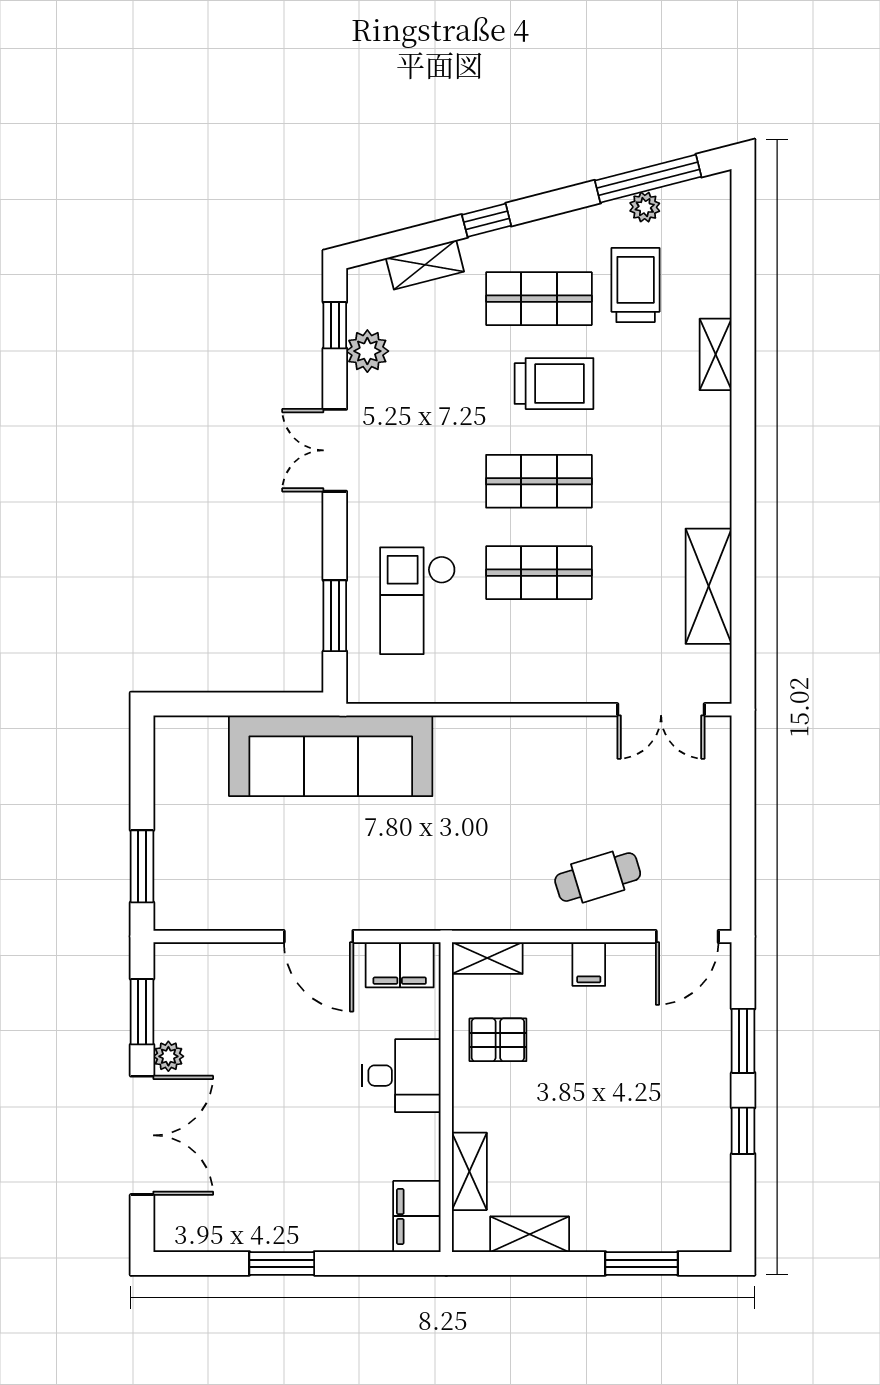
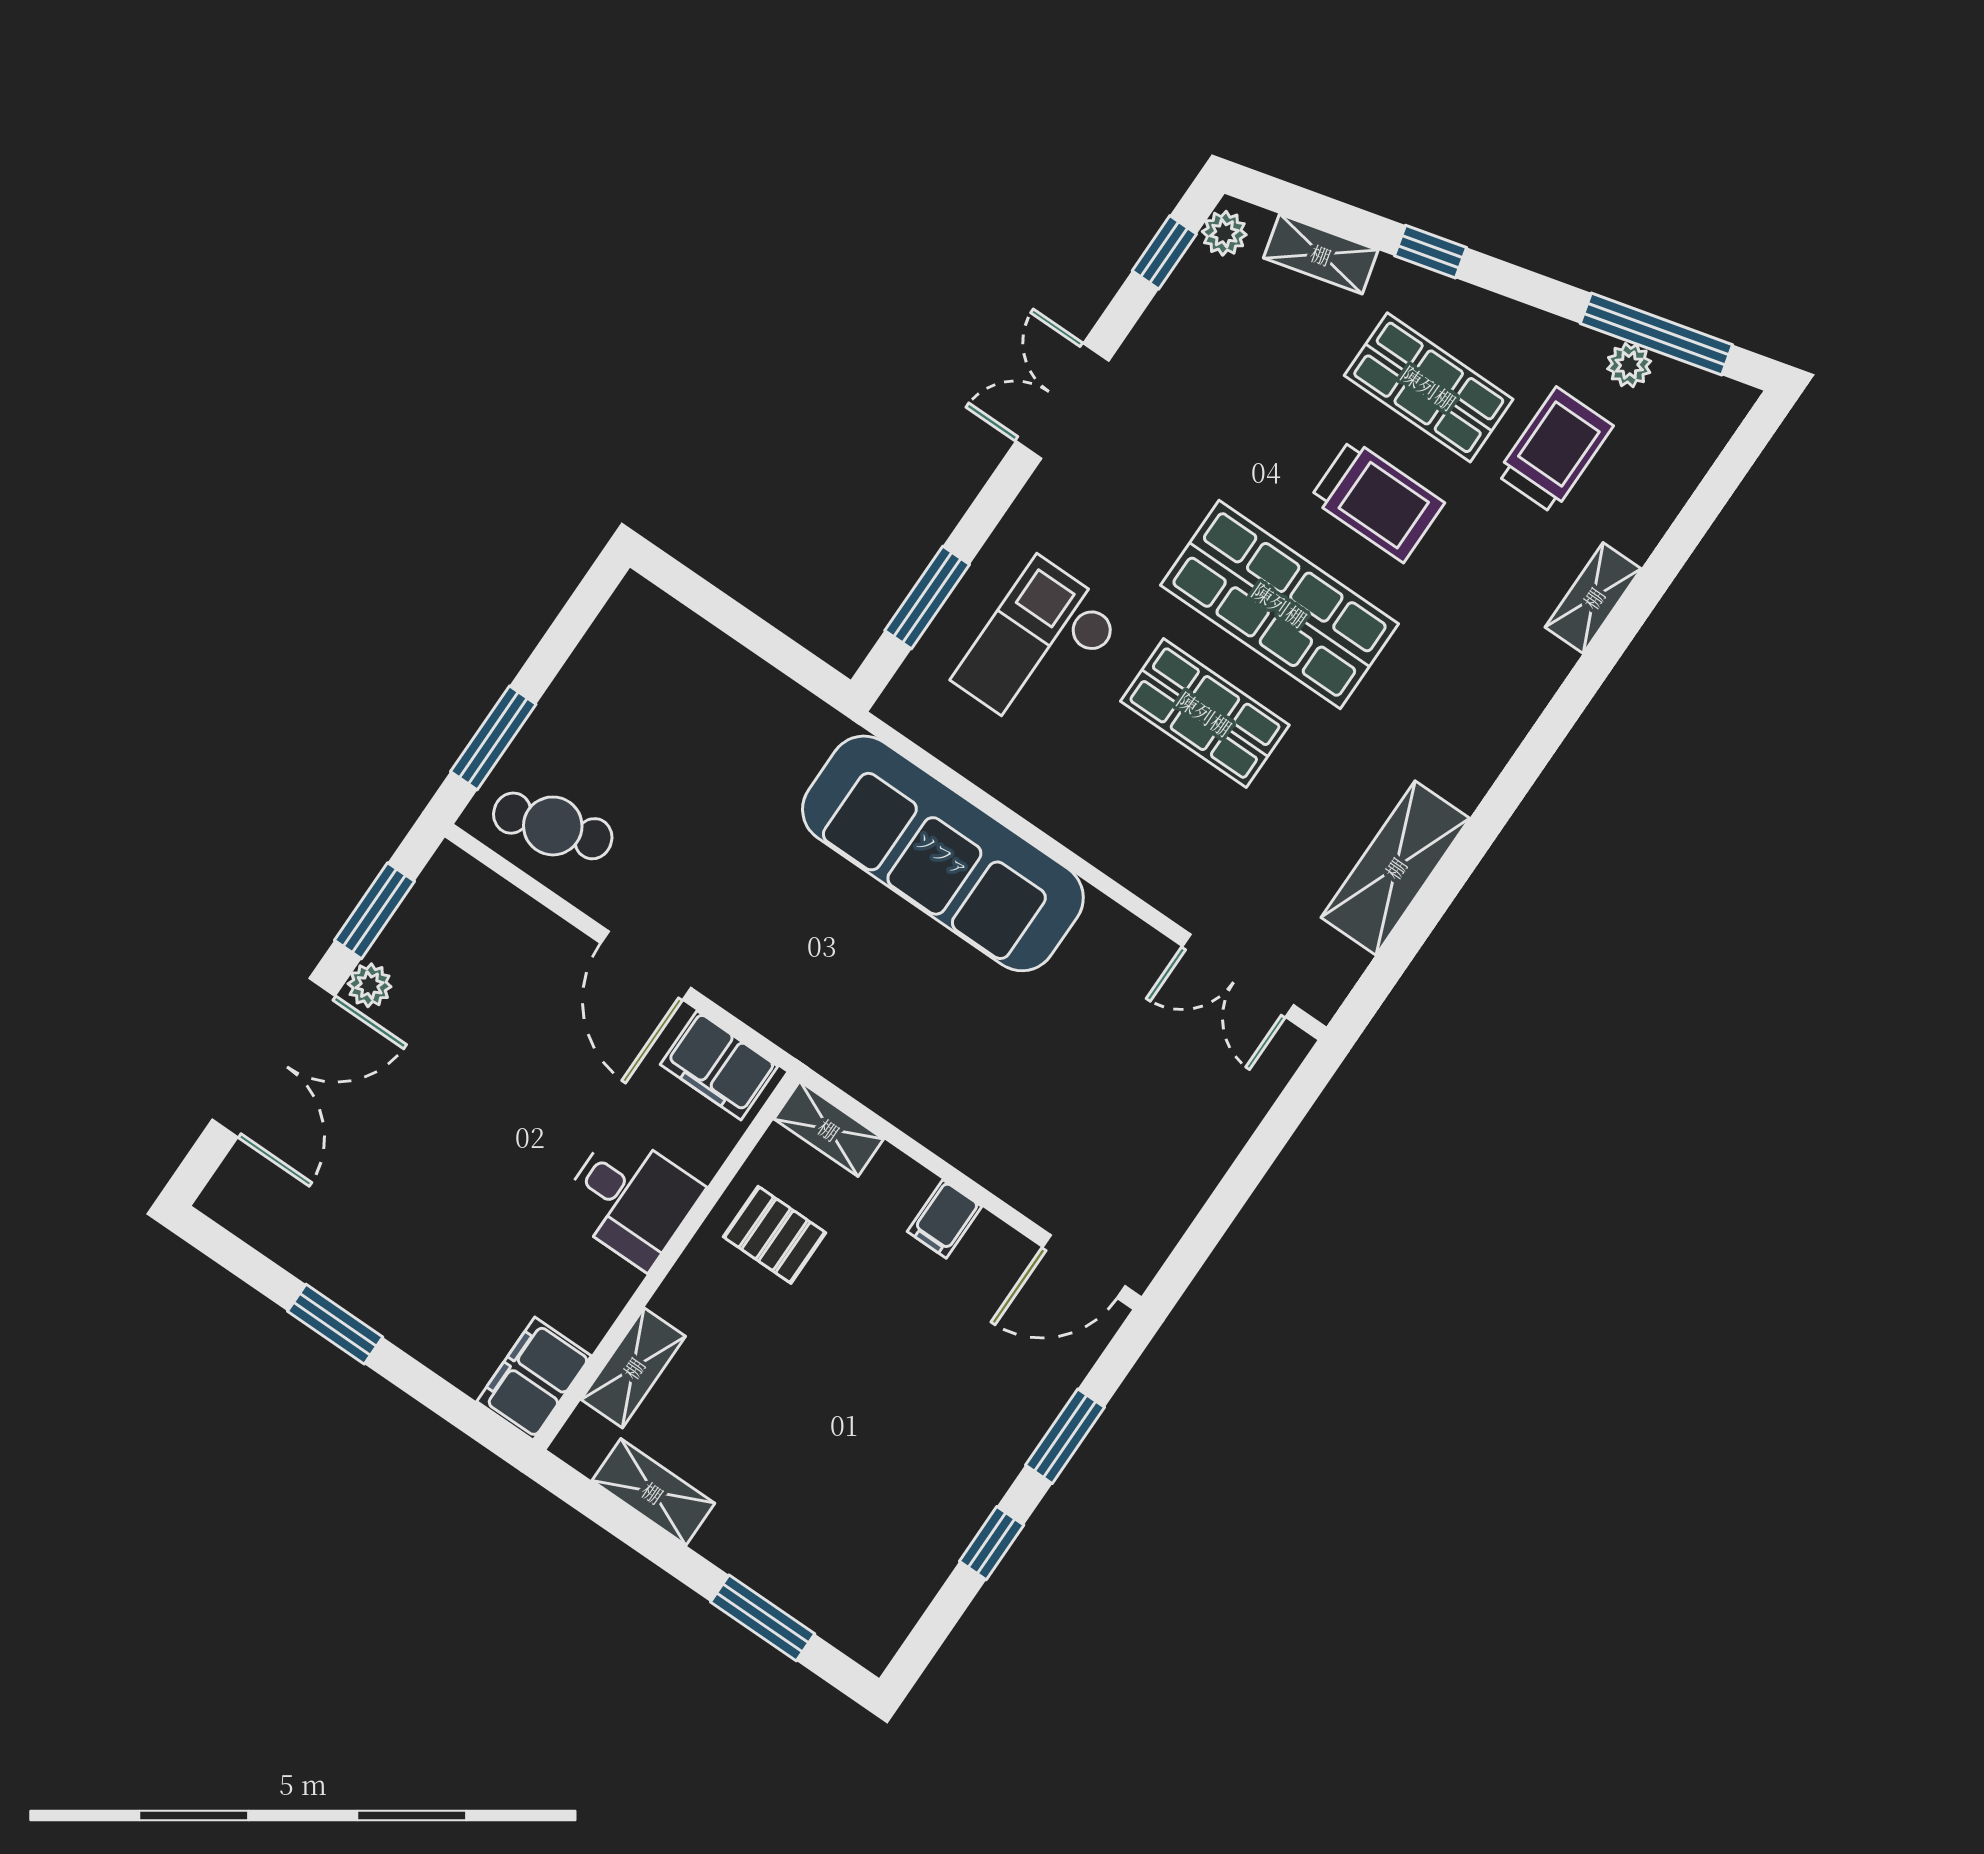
plant: (367, 351) -> (1224, 233), moved, width x0.73, depth x0.73
shop shelf: (539, 481) -> (1280, 604), width x1.43, depth x1.36
sofa: (331, 756) -> (943, 853), moved
cafe table: (598, 877) -> (553, 826), moved

